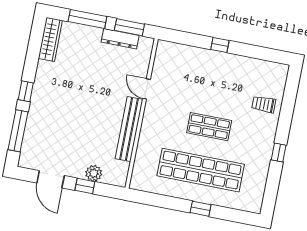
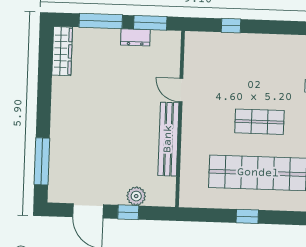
dresser: (120, 39) -> (135, 37), width x0.70
window: (220, 45) -> (231, 26), moved
window: (26, 91) -> (44, 115), removed
window: (201, 209) -> (247, 216), moved

